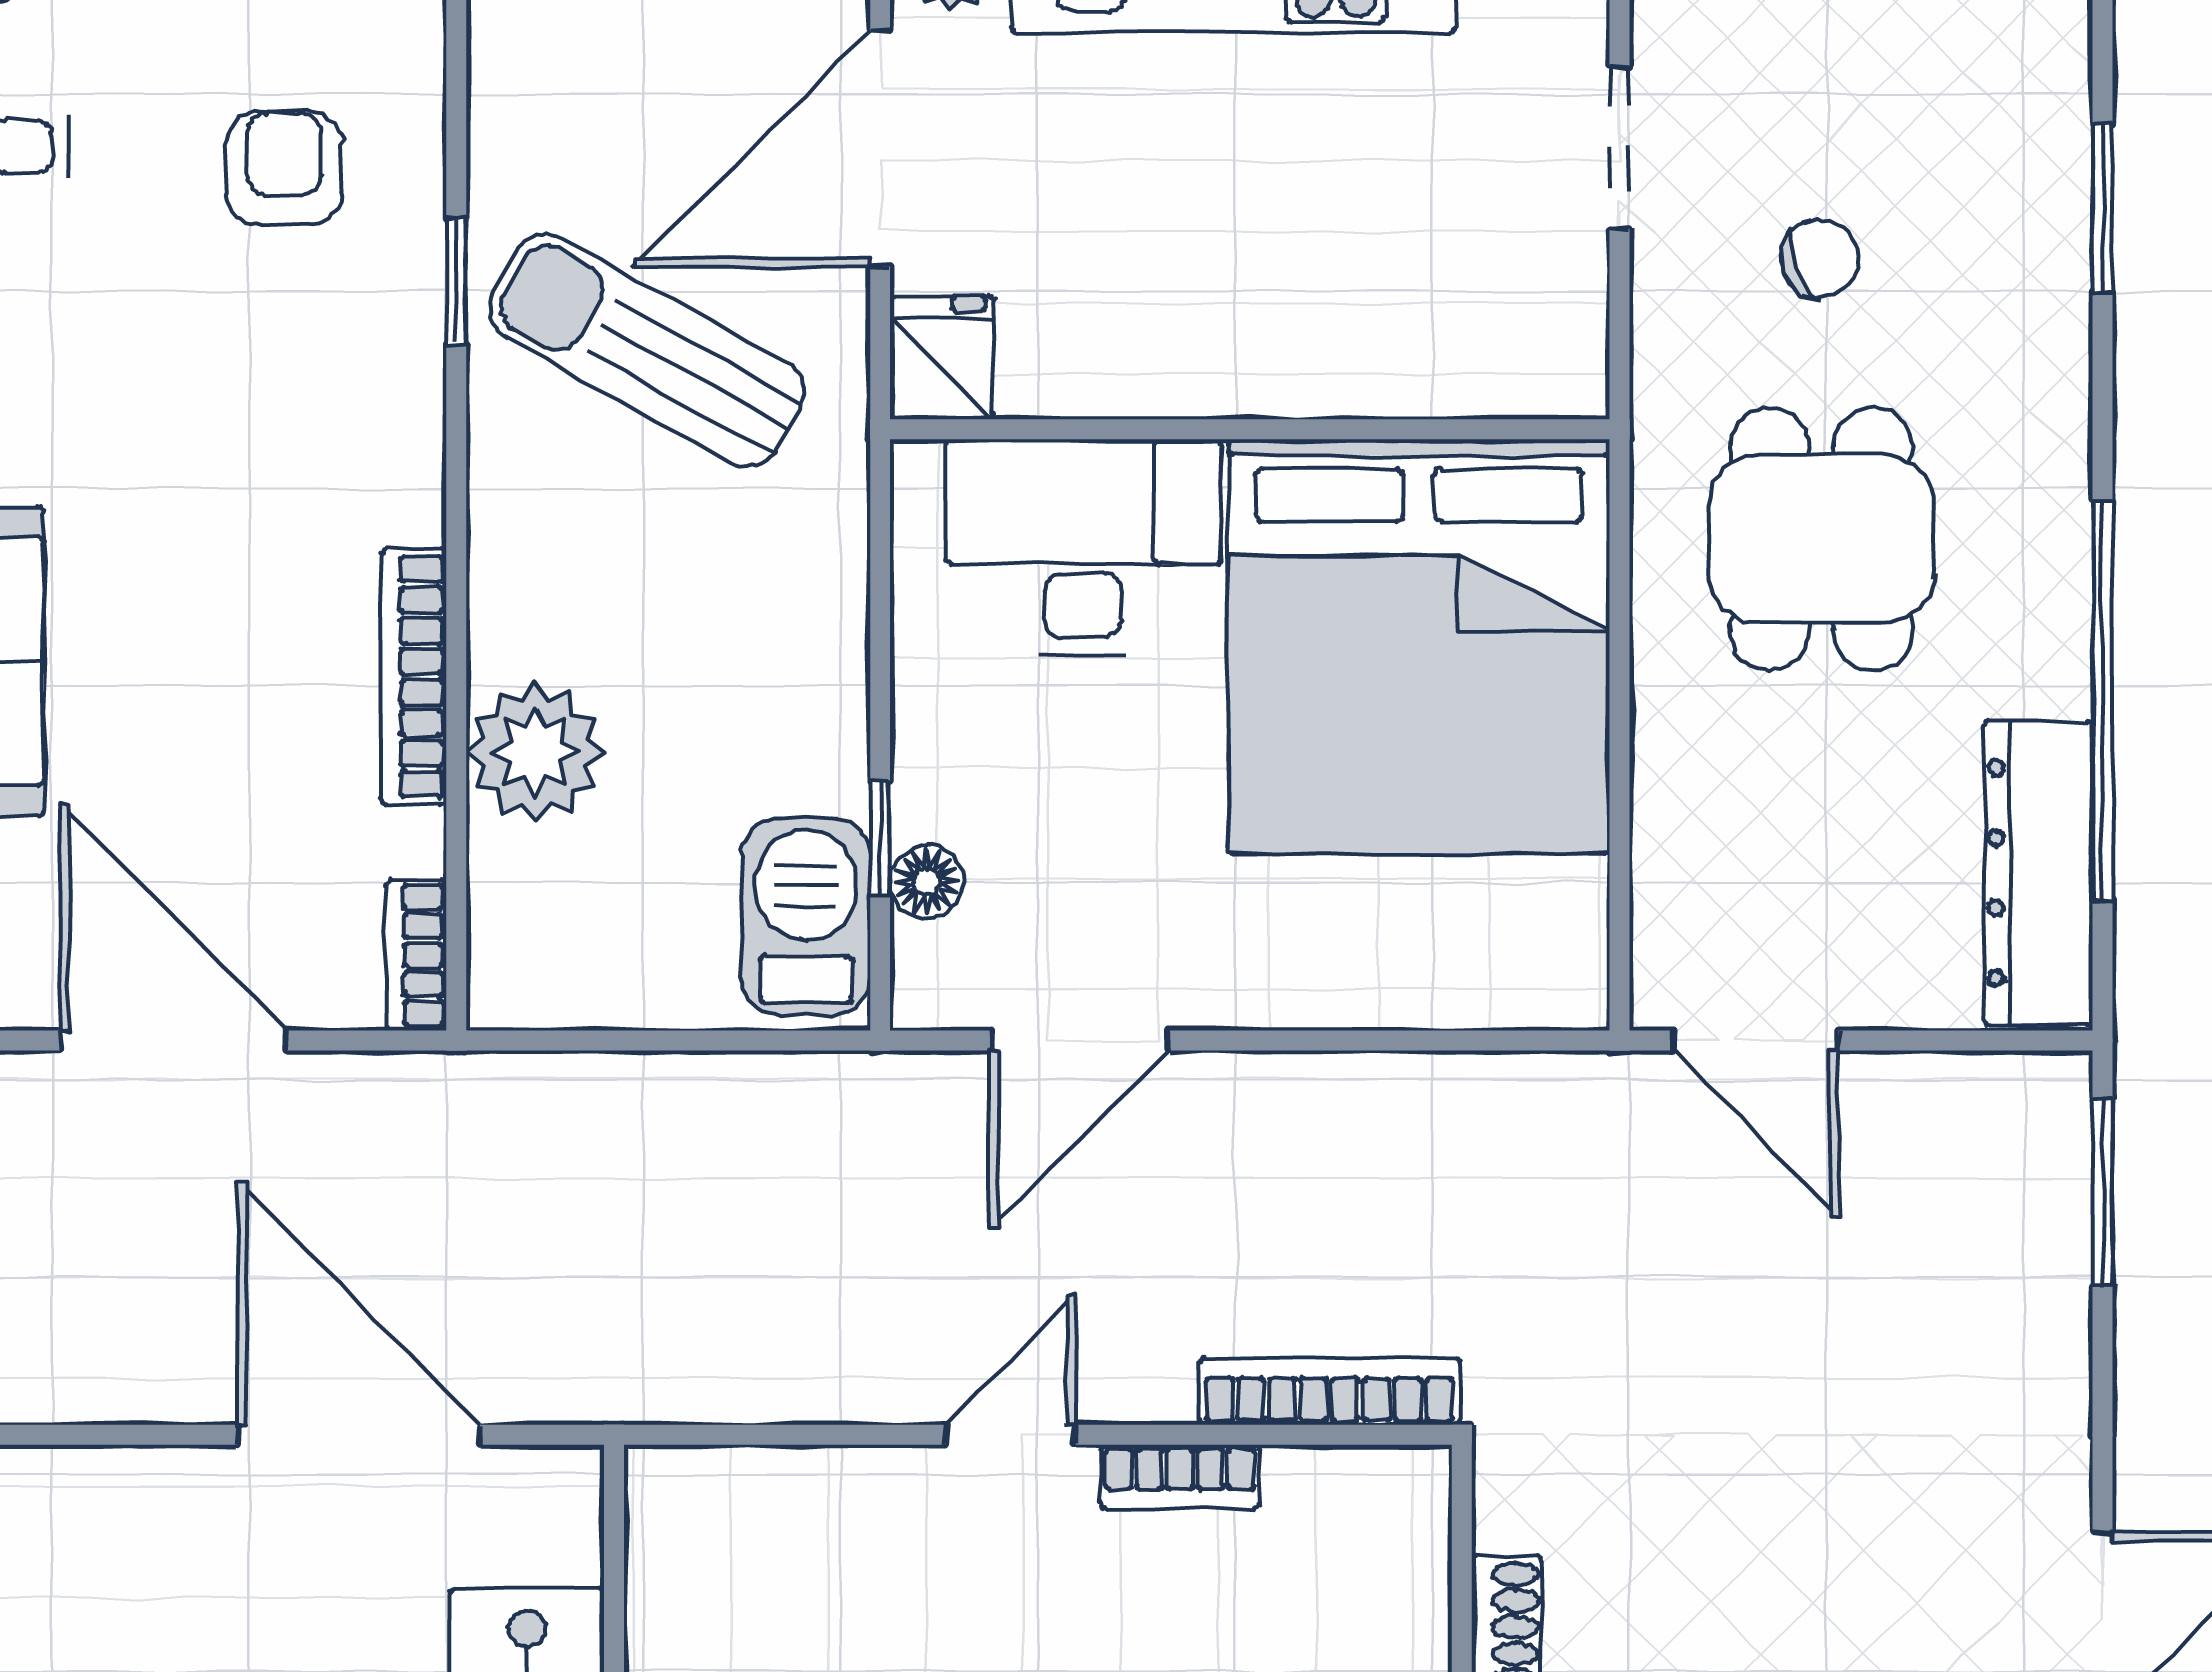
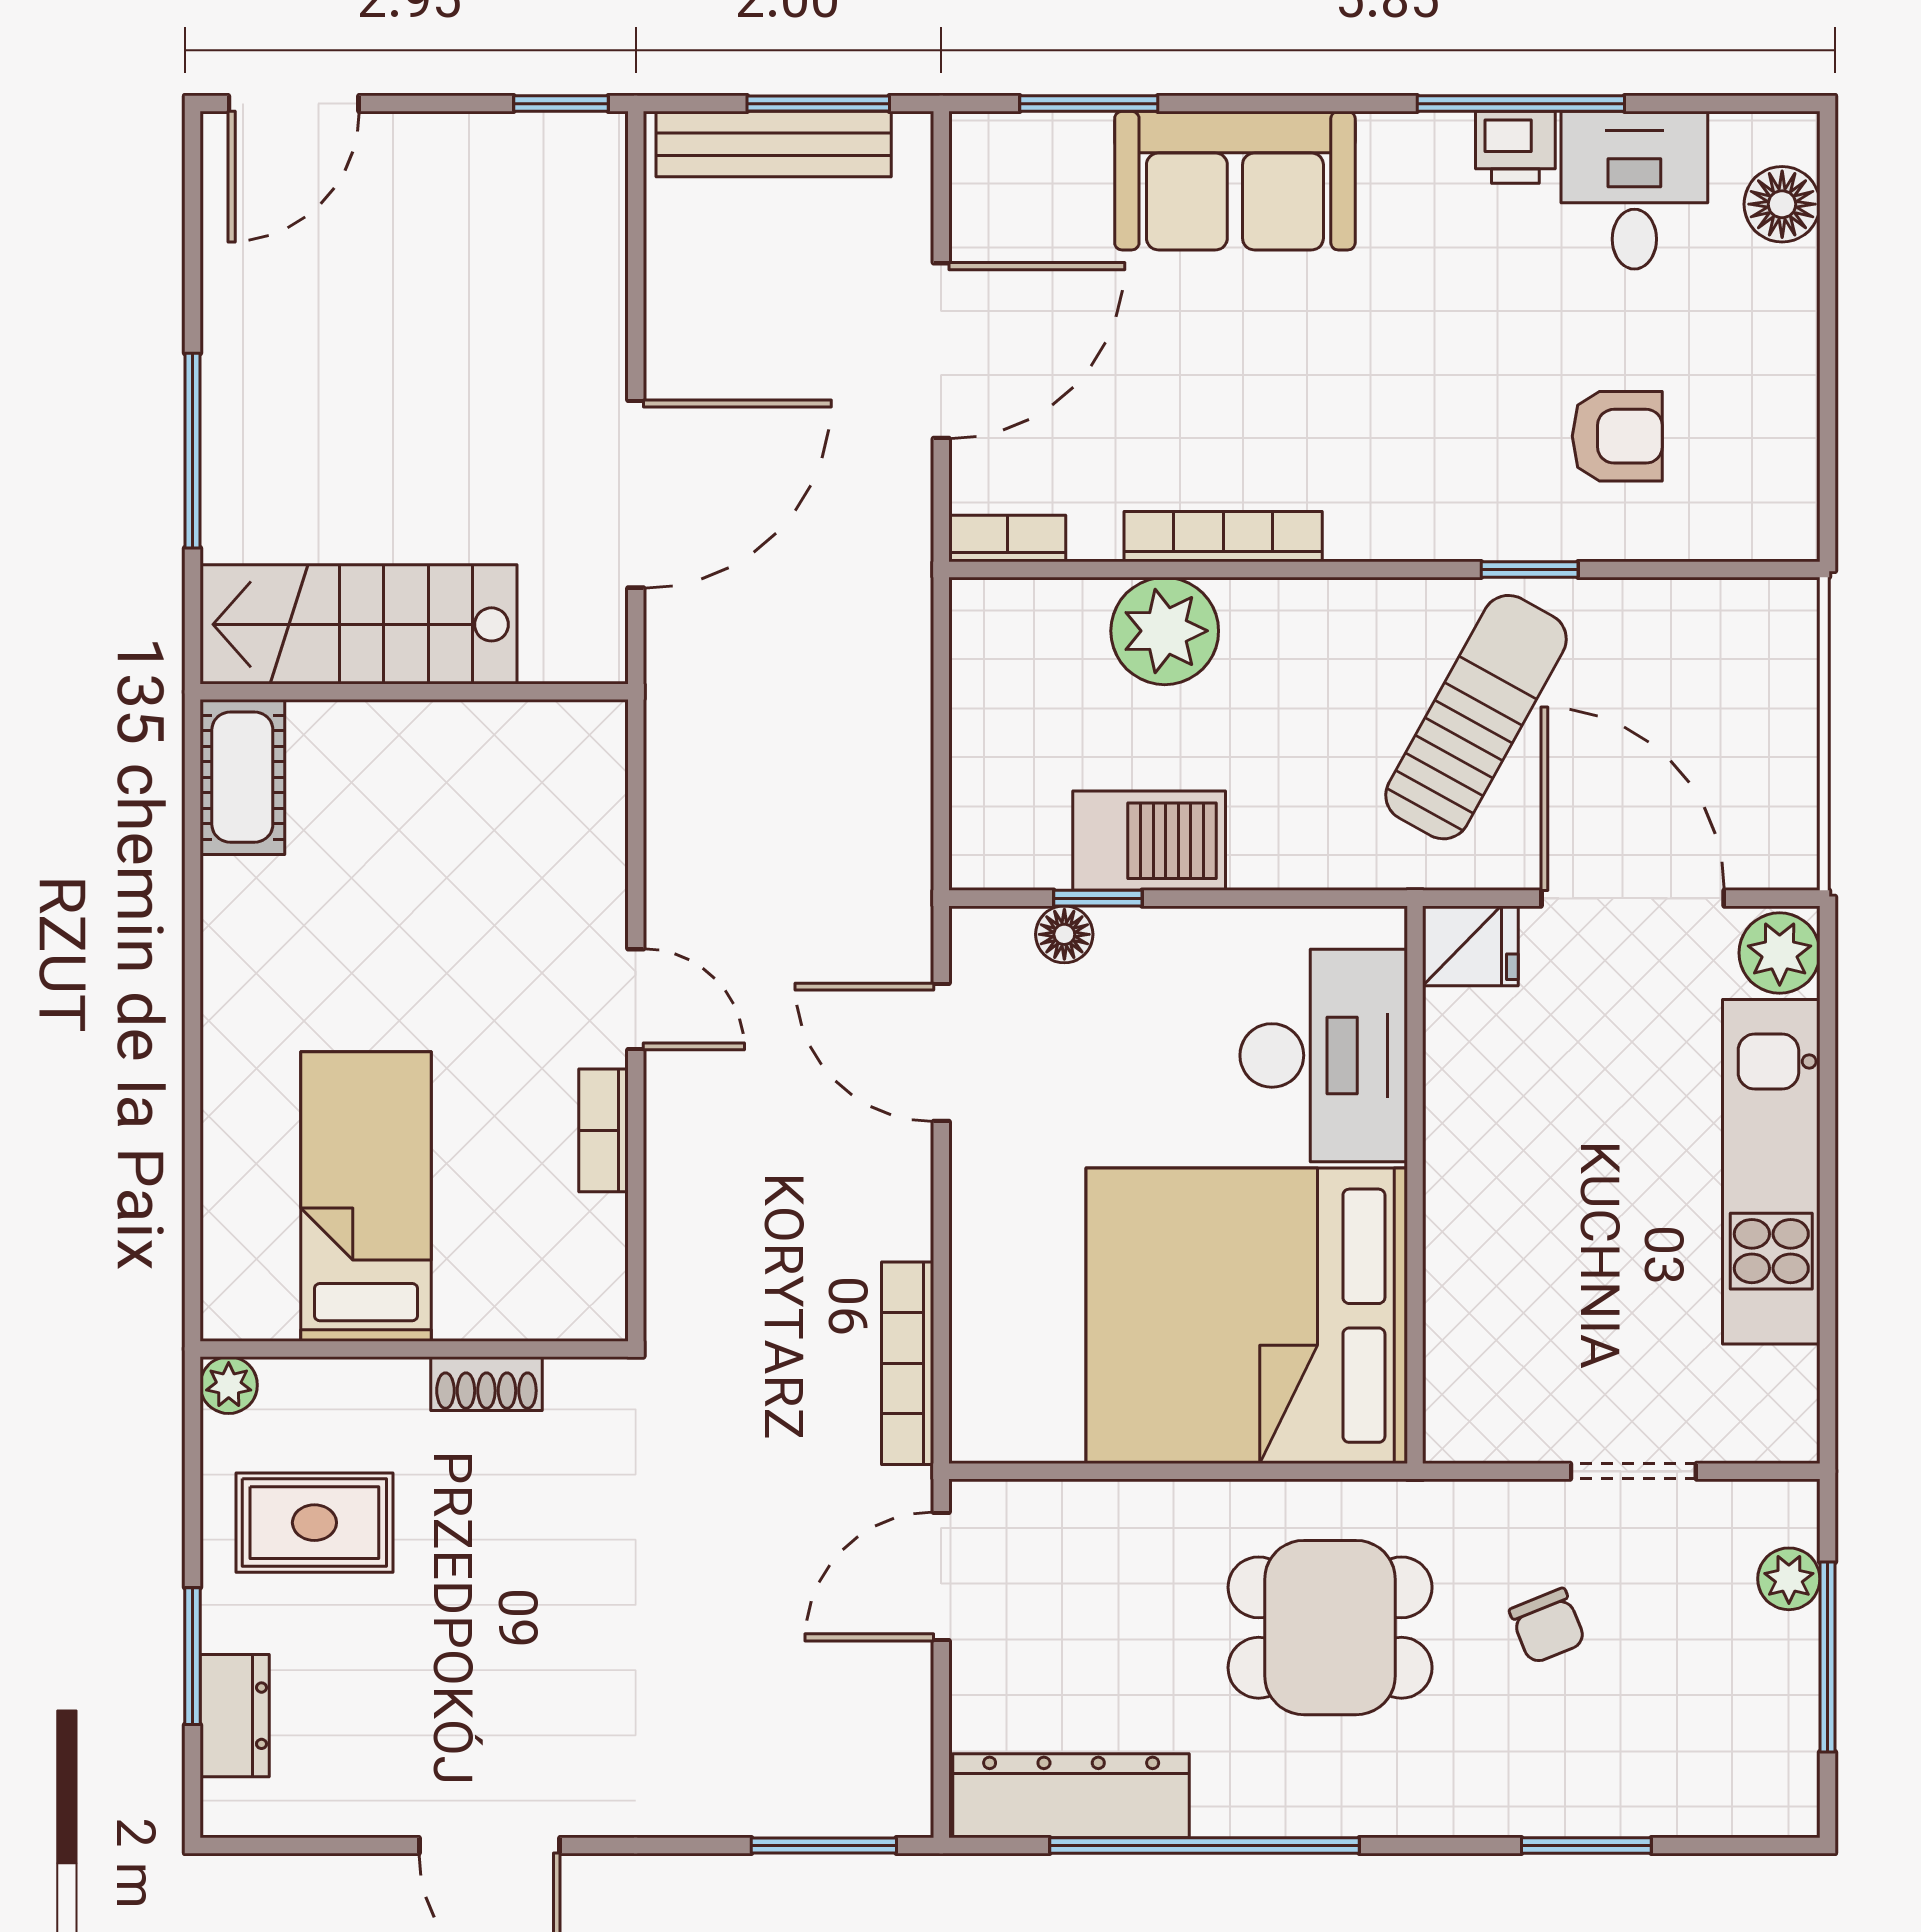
barbecue: (806, 916) -> (1149, 841), moved
bookcase: (1330, 1391) -> (908, 1363), moved, turned 180

